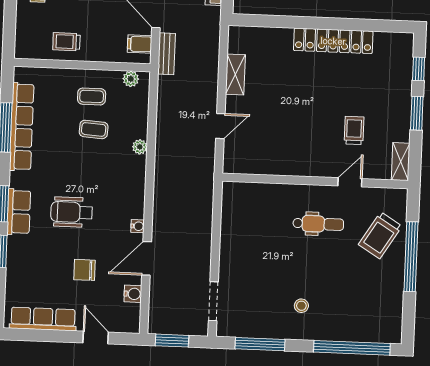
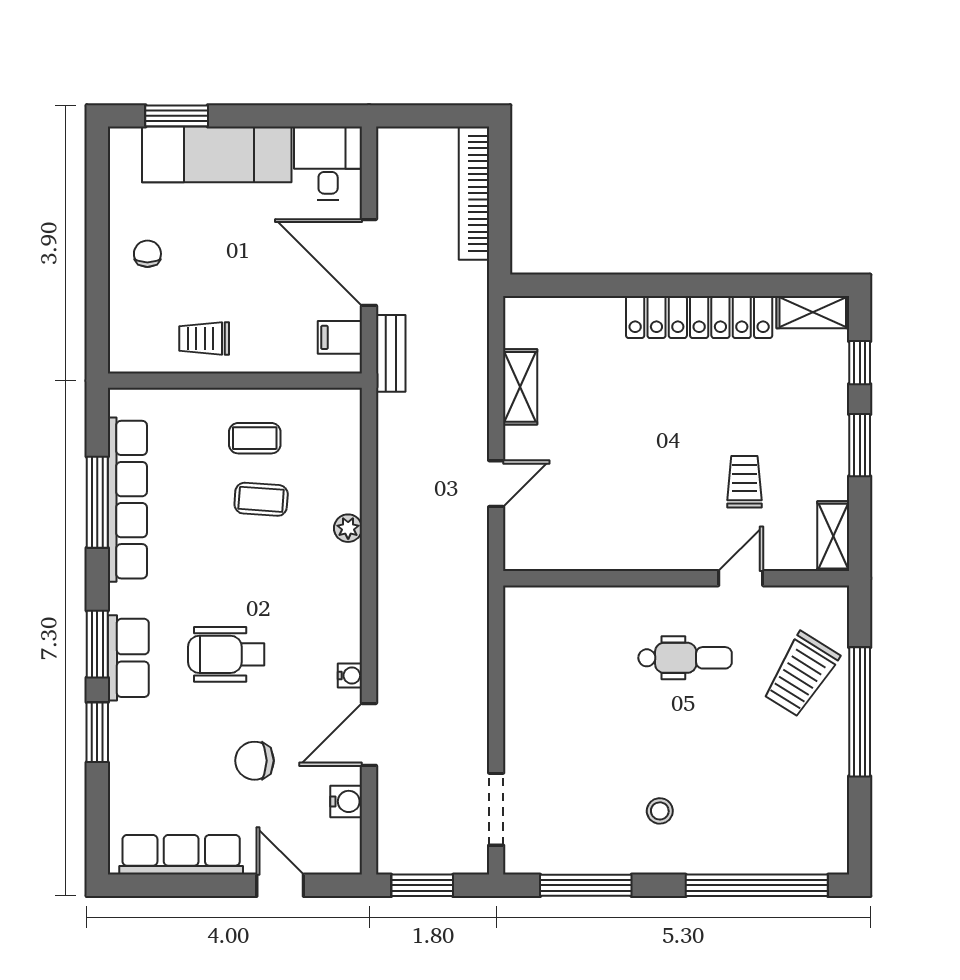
shelving: (394, 41) -> (813, 312), added
plant: (131, 79) -> (326, 403), removed

